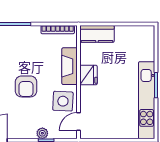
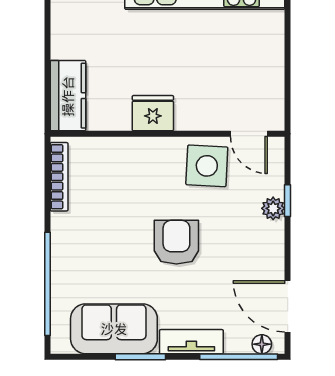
fireplace: (70, 66) -> (135, 152), removed
armchair: (26, 86) -> (176, 242), turned -90

